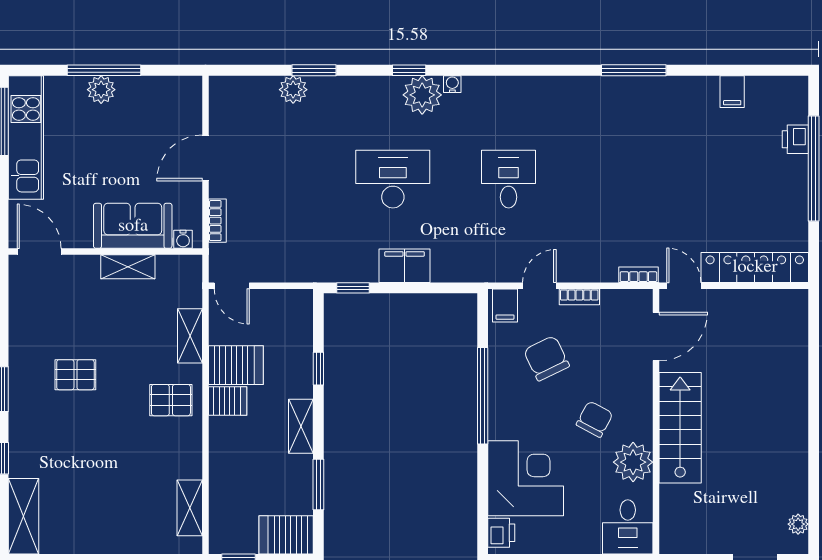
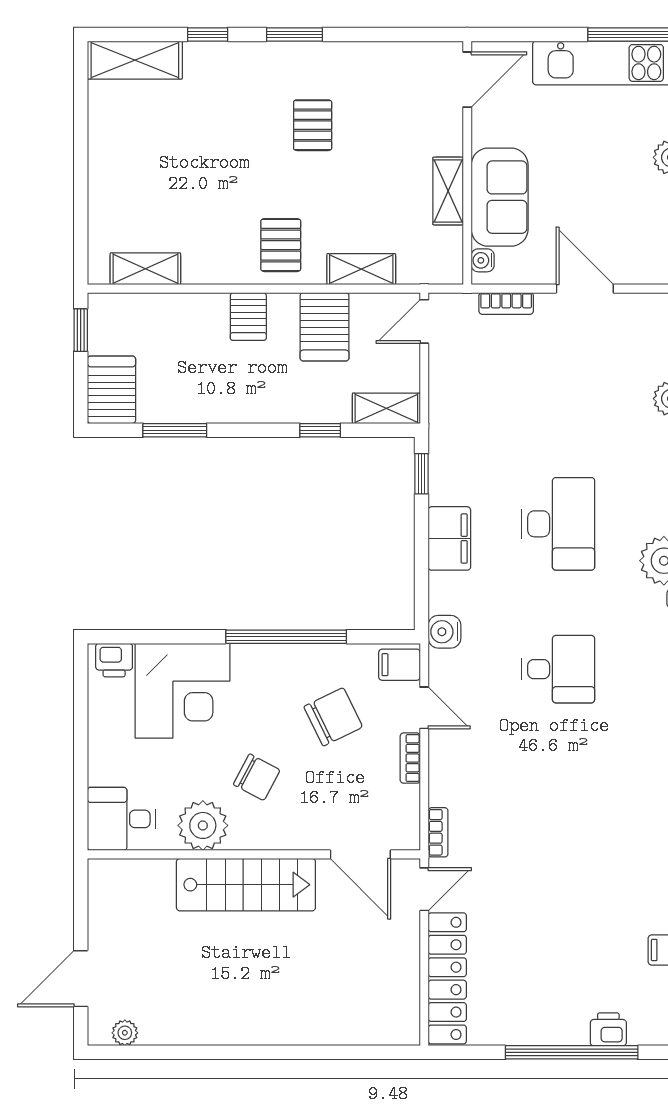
water cooler: (479, 270) -> (444, 632), added
server rack: (228, 401) -> (248, 316), moved
shelving: (301, 426) -> (386, 408), moved

